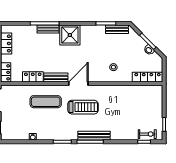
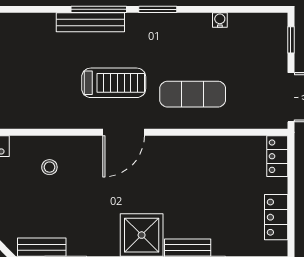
locker: (33, 77) -> (220, 147), removed
bench: (56, 77) -> (171, 145), removed
treadmill: (83, 107) -> (114, 83), turned 180

